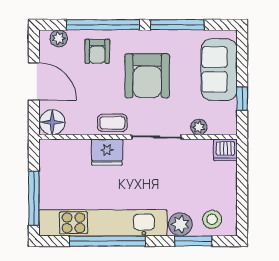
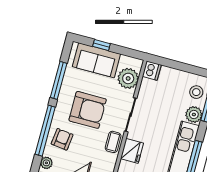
armchair: (97, 51) -> (62, 139), turned -83
window: (242, 99) -> (101, 45), moved
plant: (199, 127) -> (128, 78), width x1.87, depth x1.87

